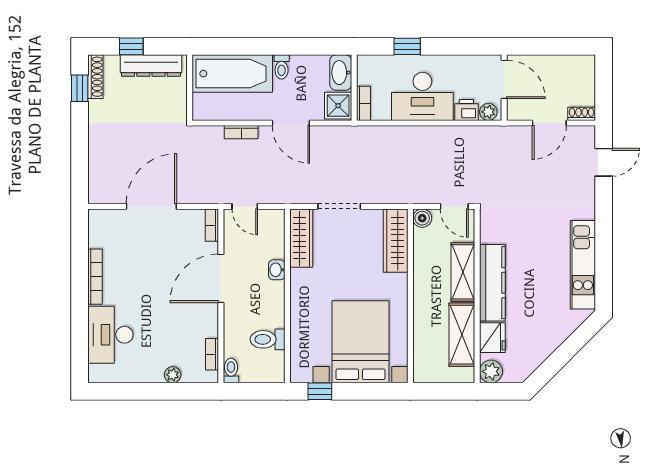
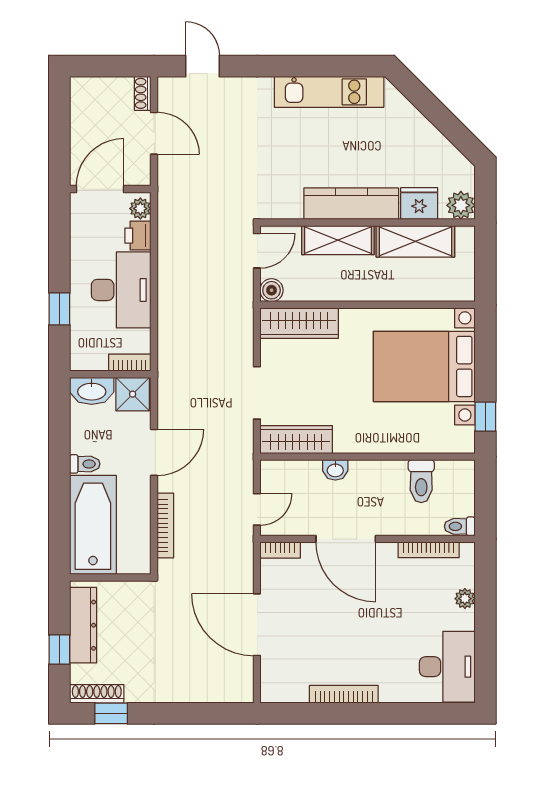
bookcase: (241, 132) -> (165, 526), width x1.56
desk: (110, 335) -> (447, 667), moved, turned -90
bookcase: (212, 354) -> (429, 550), width x1.56

